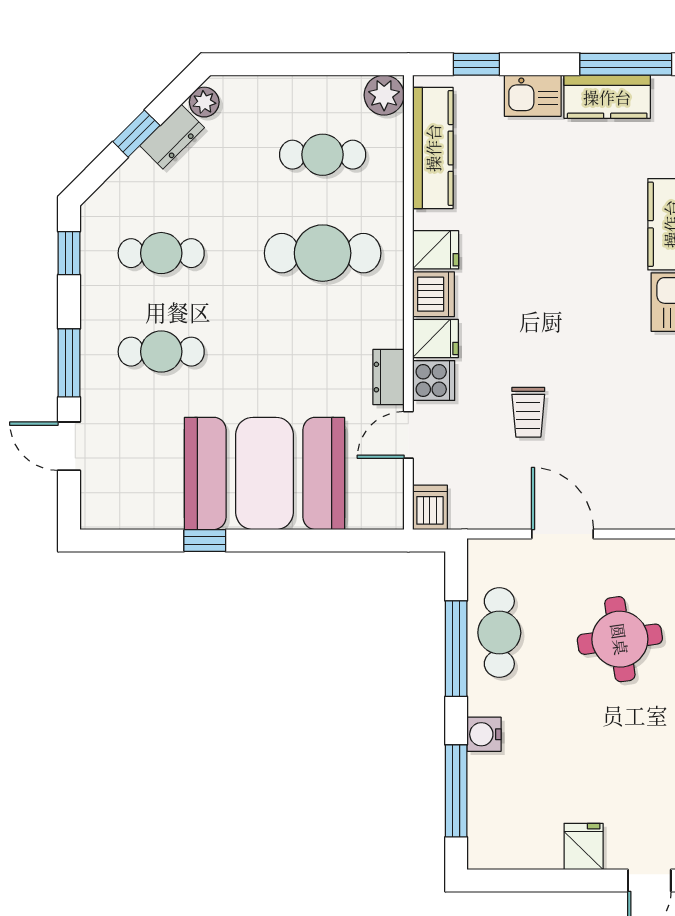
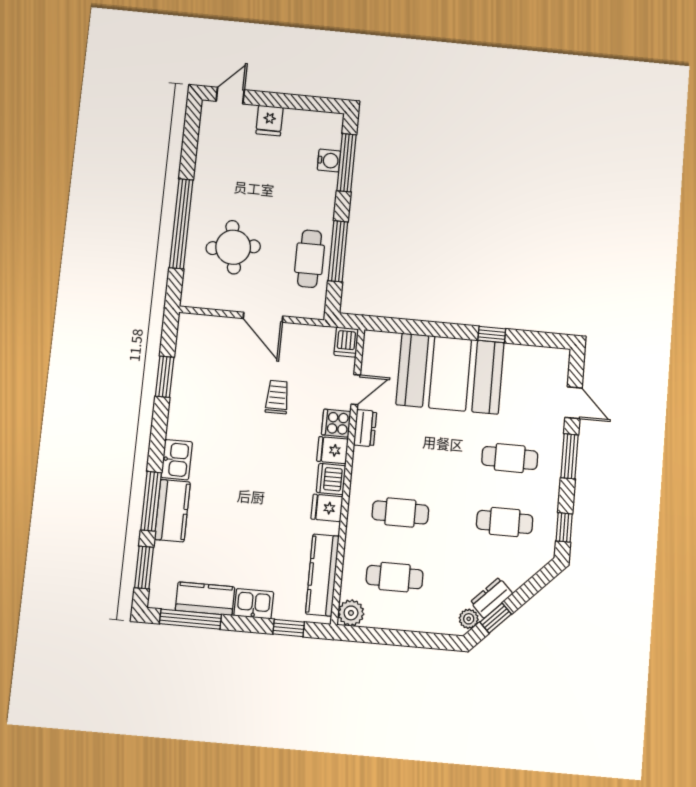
window: (136, 134) -> (496, 618), moved
cafe table: (323, 253) -> (400, 512), width x0.73, depth x0.74
water cooler: (484, 734) -> (329, 160), moved

